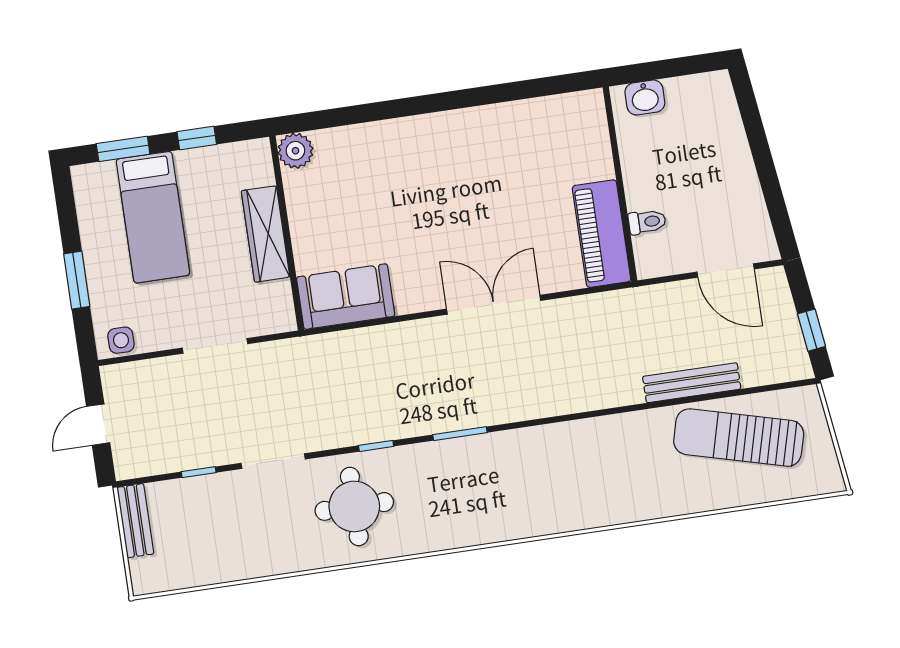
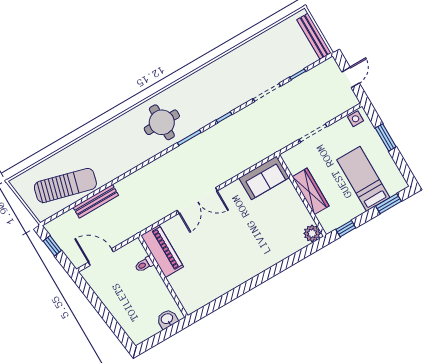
window: (197, 138) -> (346, 229), moved
round table: (354, 506) -> (162, 122), moved
bench: (135, 521) -> (314, 36), width x1.36

